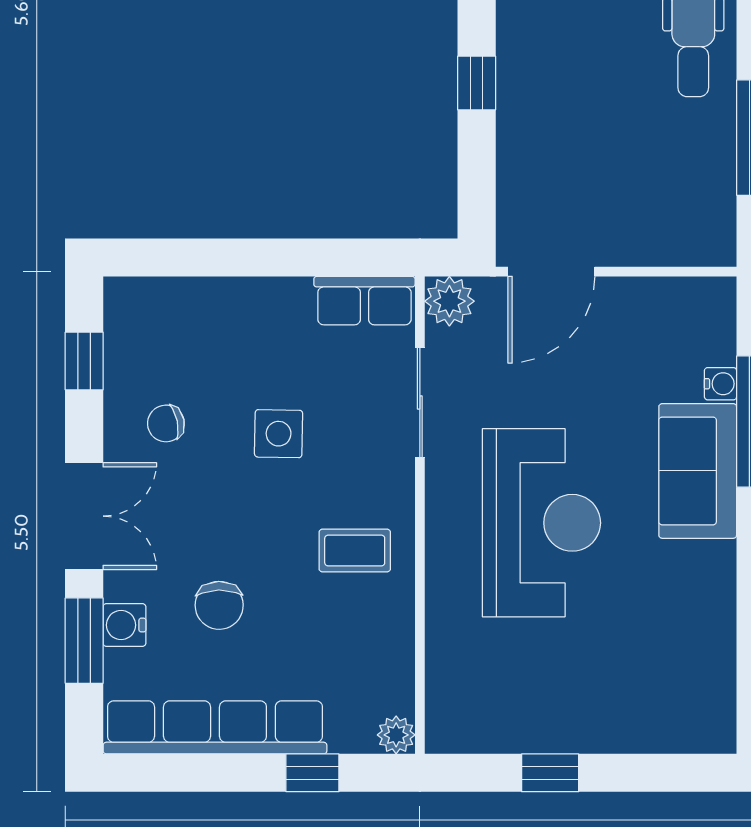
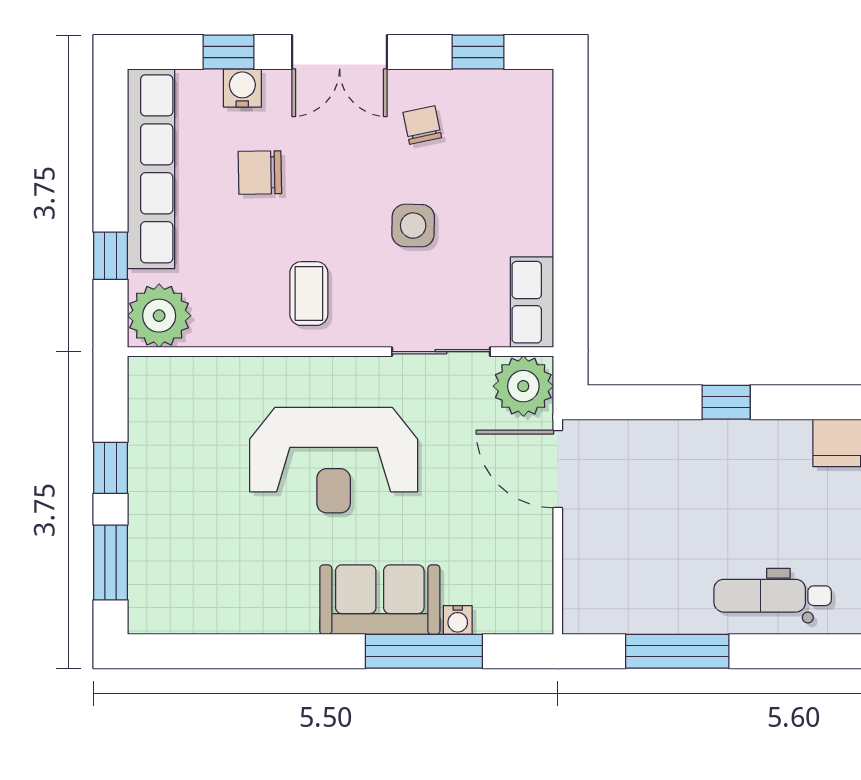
plant: (449, 301) -> (523, 386), width x1.36, depth x1.36
window: (84, 641) -> (228, 52), width x0.67
plant: (396, 735) -> (159, 316), width x1.88, depth x1.88
window: (656, 773) -> (110, 563), added

